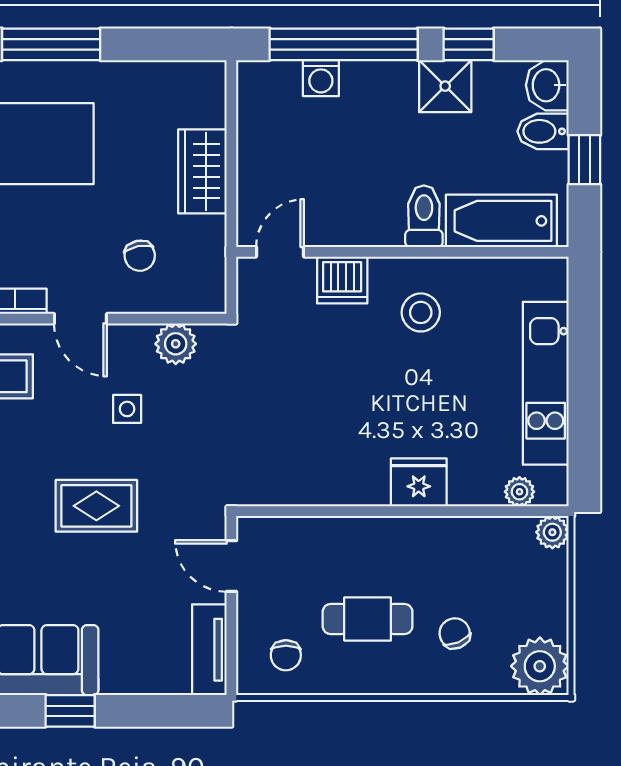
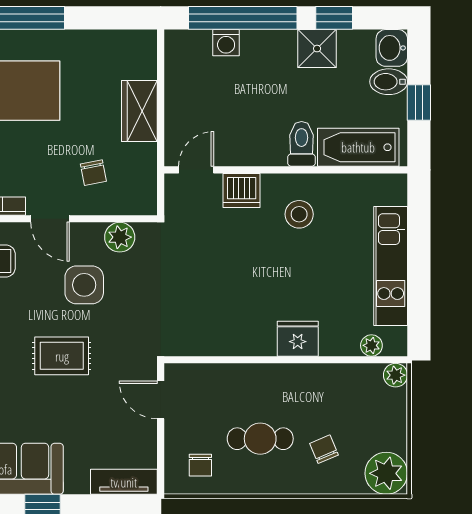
side table: (127, 409) -> (84, 285), width x1.87, depth x1.87
tv unit: (209, 650) -> (124, 482), moved, turned 90

